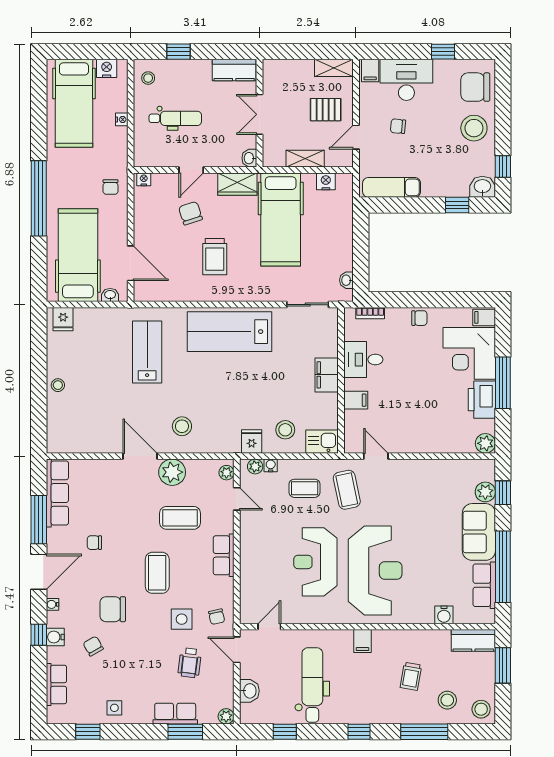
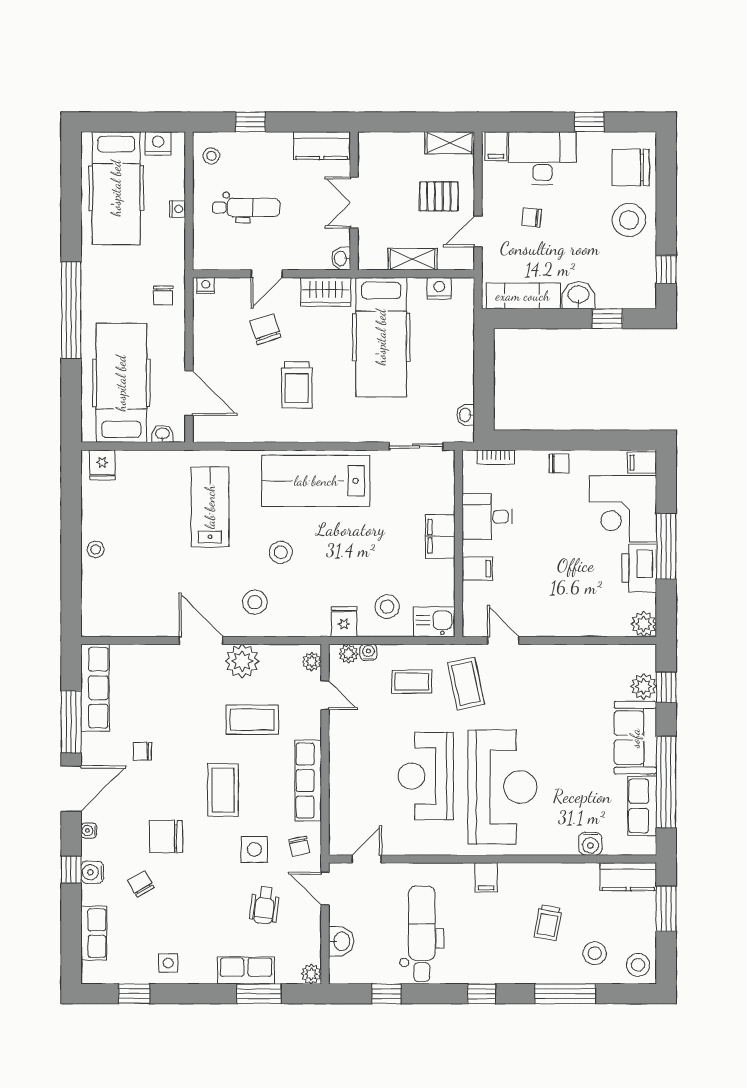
washbasin: (482, 187) -> (578, 295), moved
stool: (202, 387) -> (281, 552), added
row of seats: (224, 555) -> (308, 781), width x1.48

